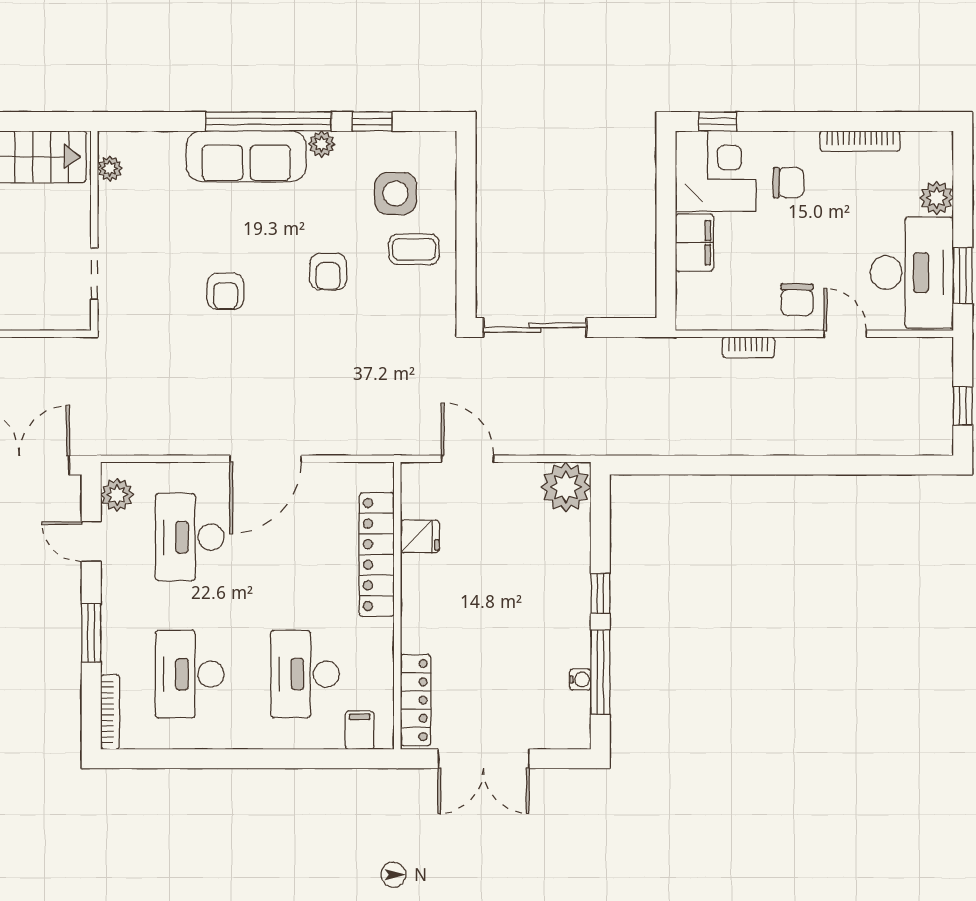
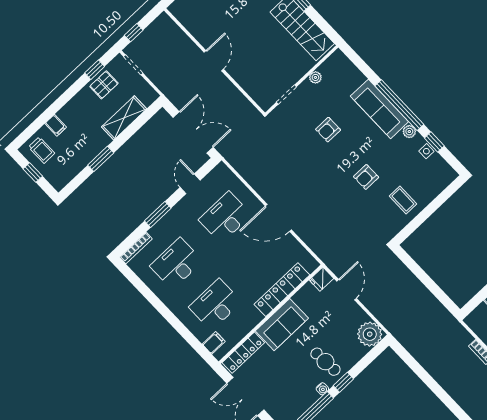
plant: (110, 169) -> (315, 77), moved
side table: (396, 193) -> (426, 151), moved, width x0.54, depth x0.54
armchair: (225, 291) -> (328, 130), moved
sliding door: (535, 328) -> (416, 269), removed
plant: (117, 495) -> (215, 177), removed
fridge: (420, 536) -> (321, 279), moved, turned 90
cafe table: (544, 591) -> (325, 362), added
sofa: (428, 604) -> (282, 325), added
water cooler: (580, 680) -> (322, 389), moved

